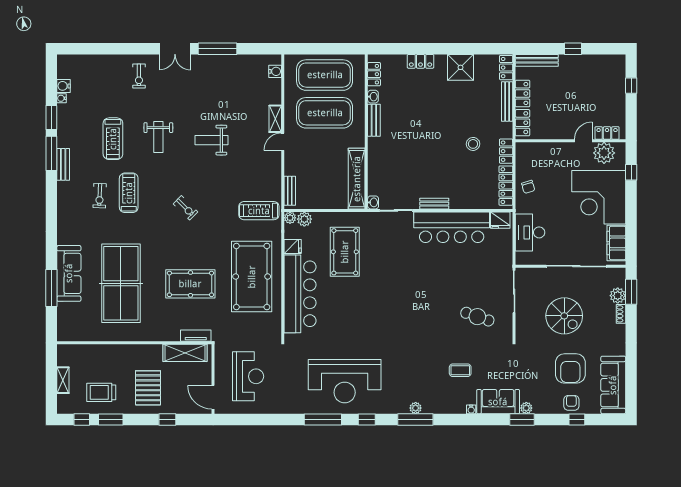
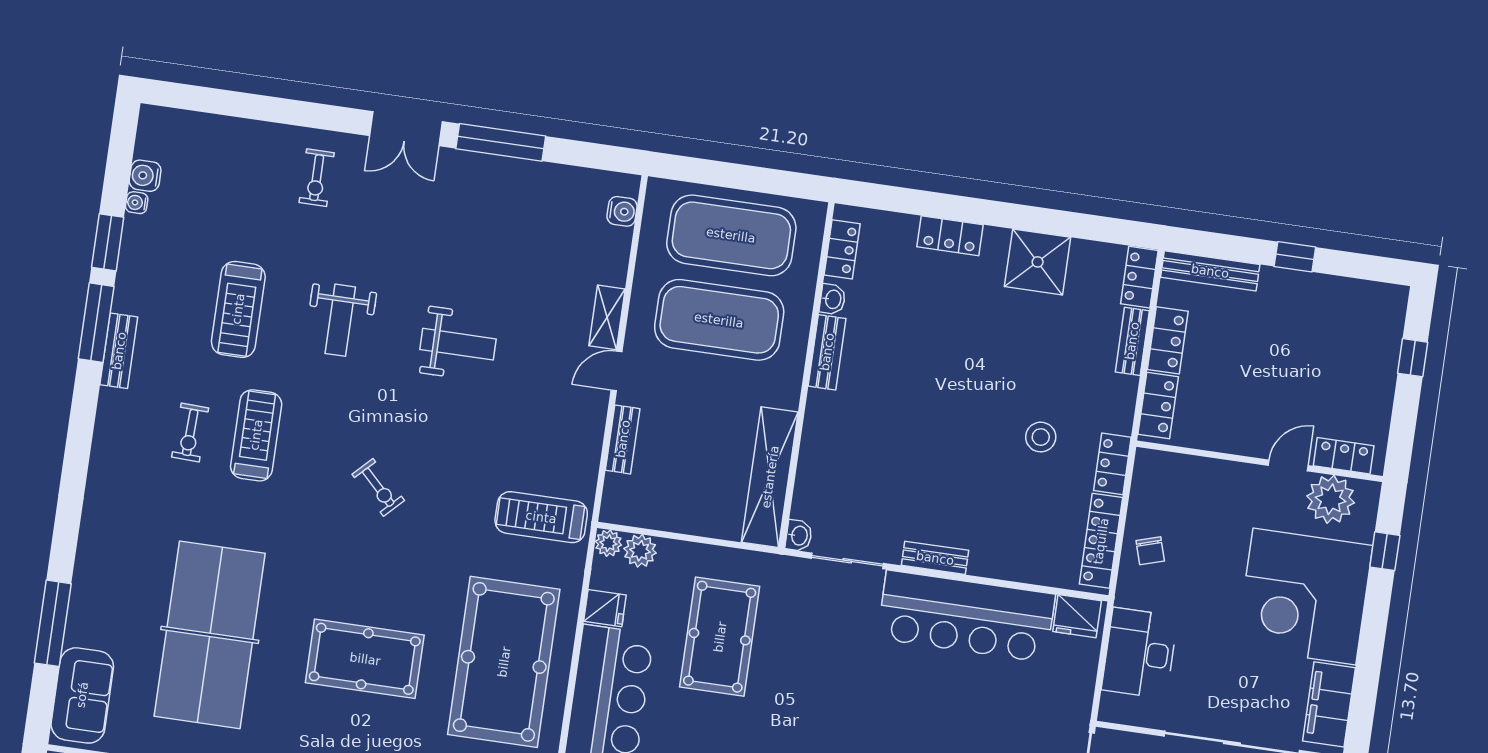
bench: (507, 101) -> (1132, 341), width x0.73
weight bench: (212, 140) -> (458, 344), turned 180
bench: (290, 191) -> (623, 439), moved
sofa: (69, 273) -> (82, 695), moved, width x0.73

